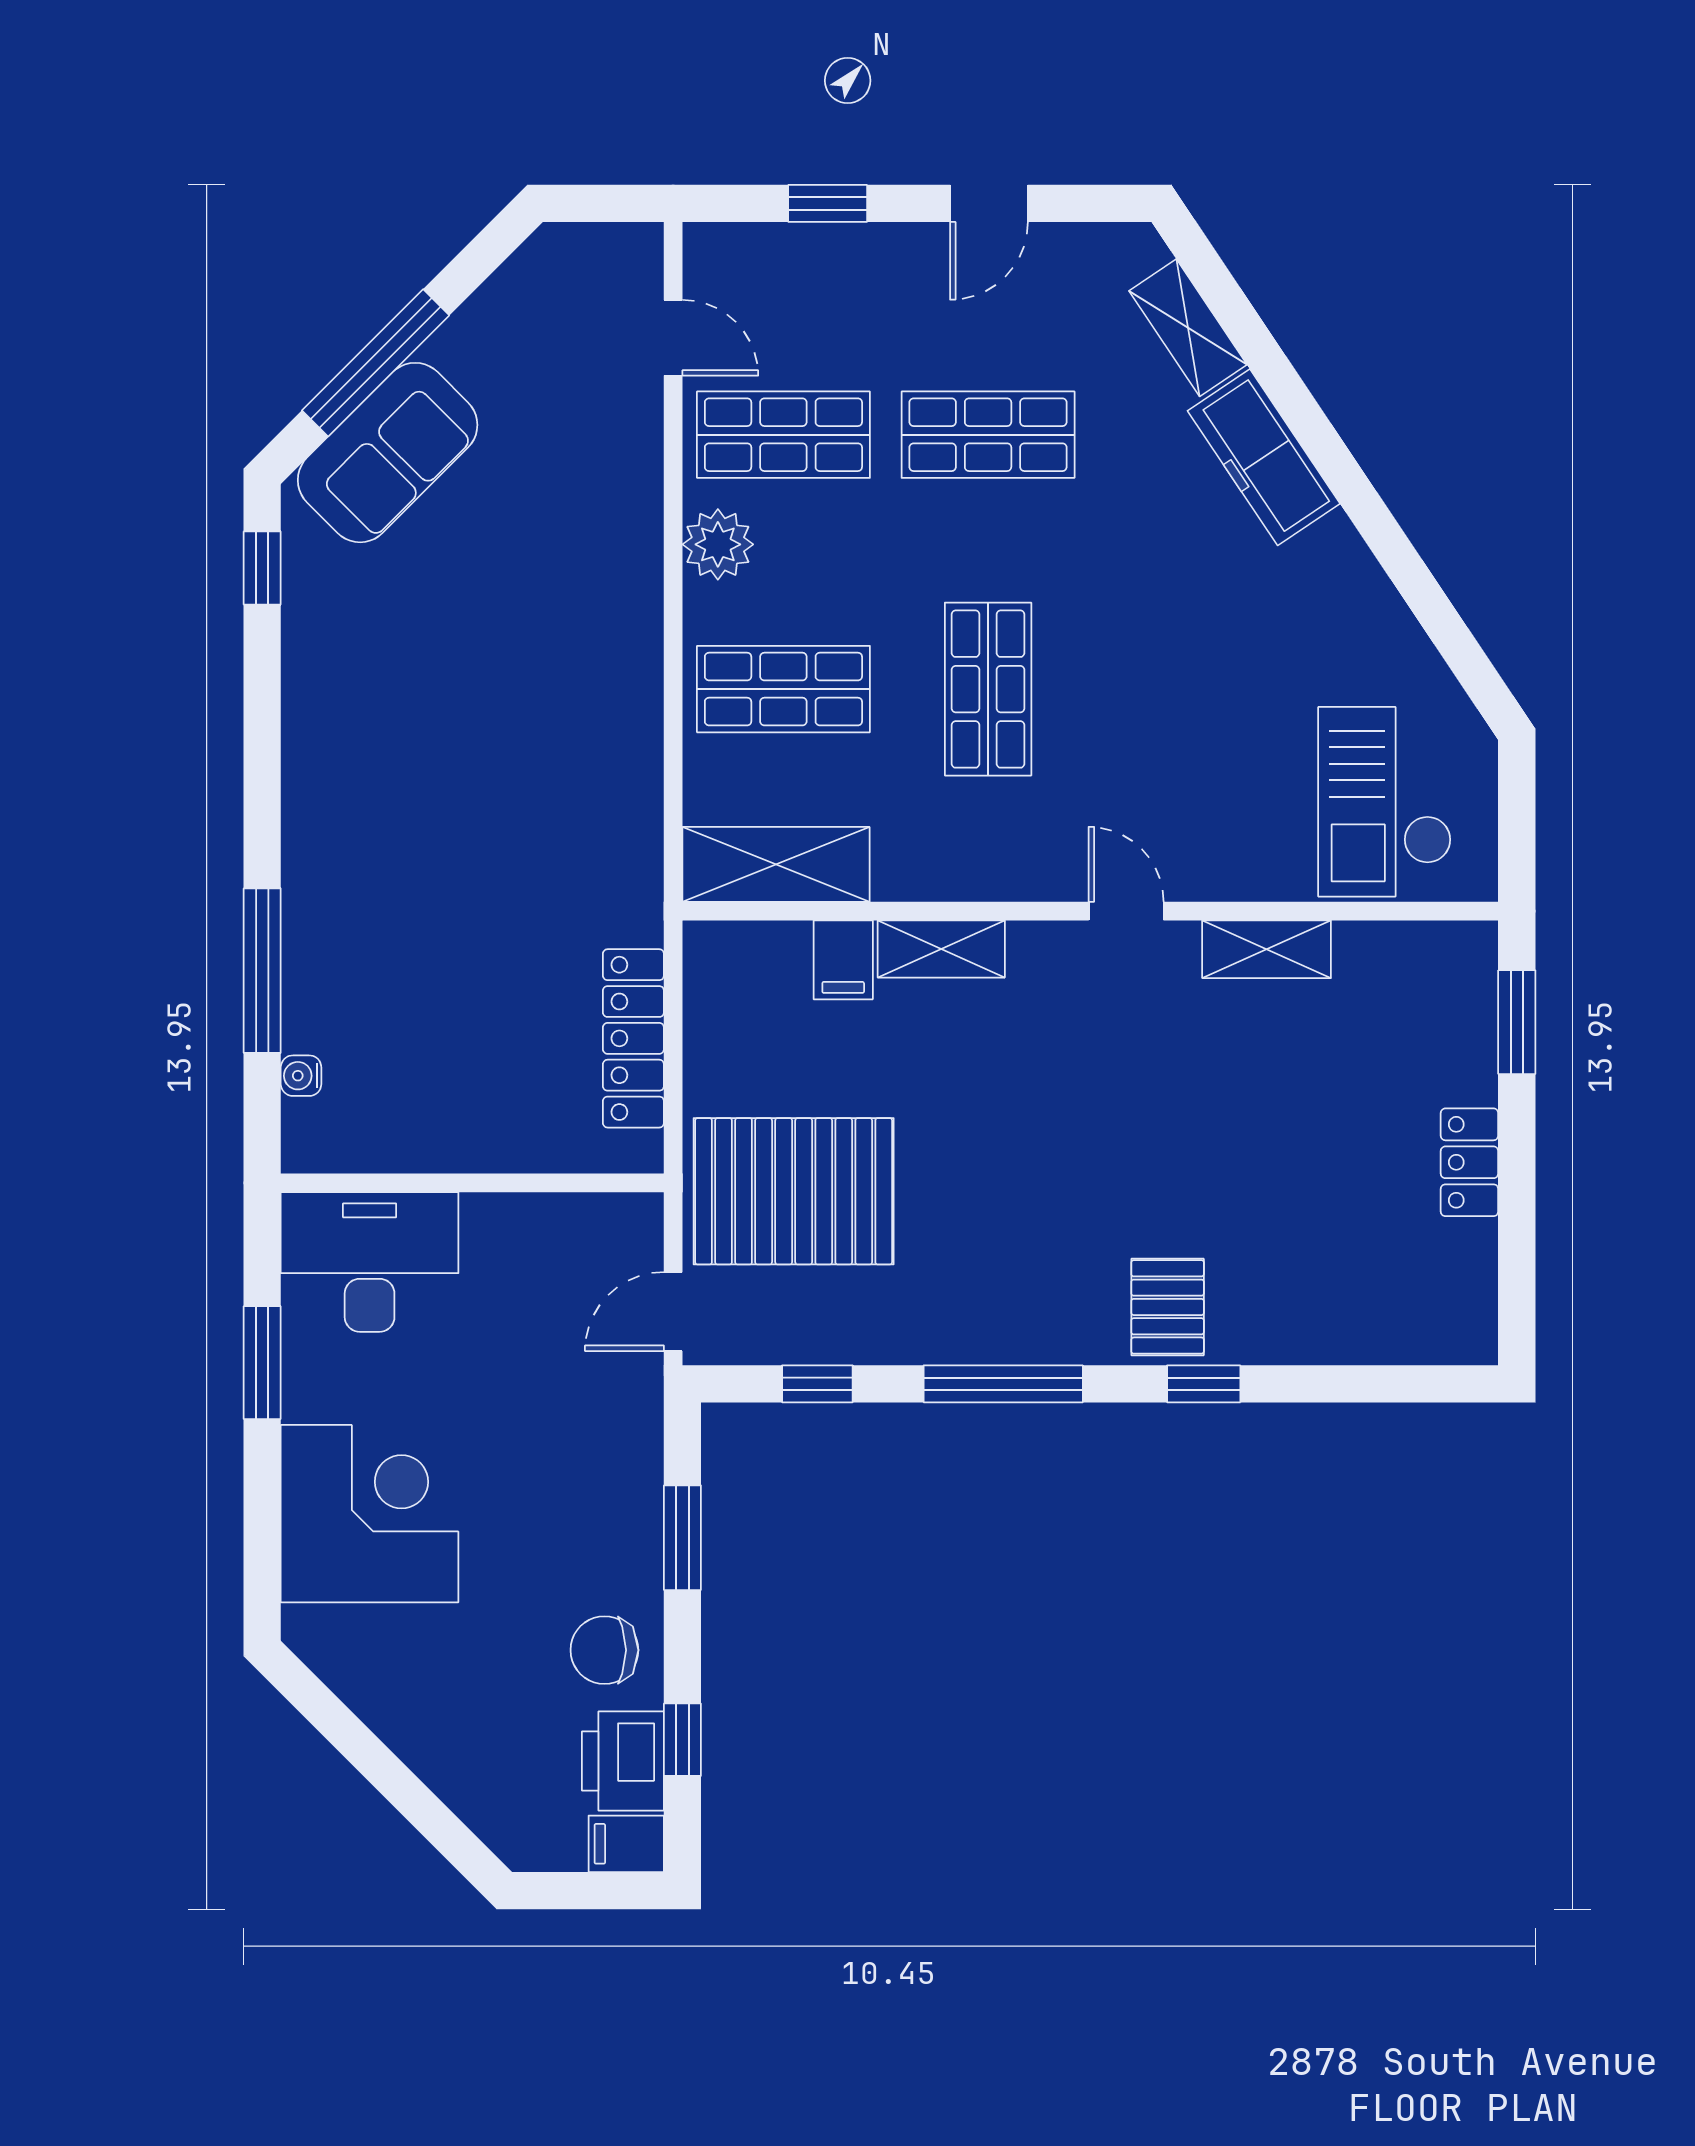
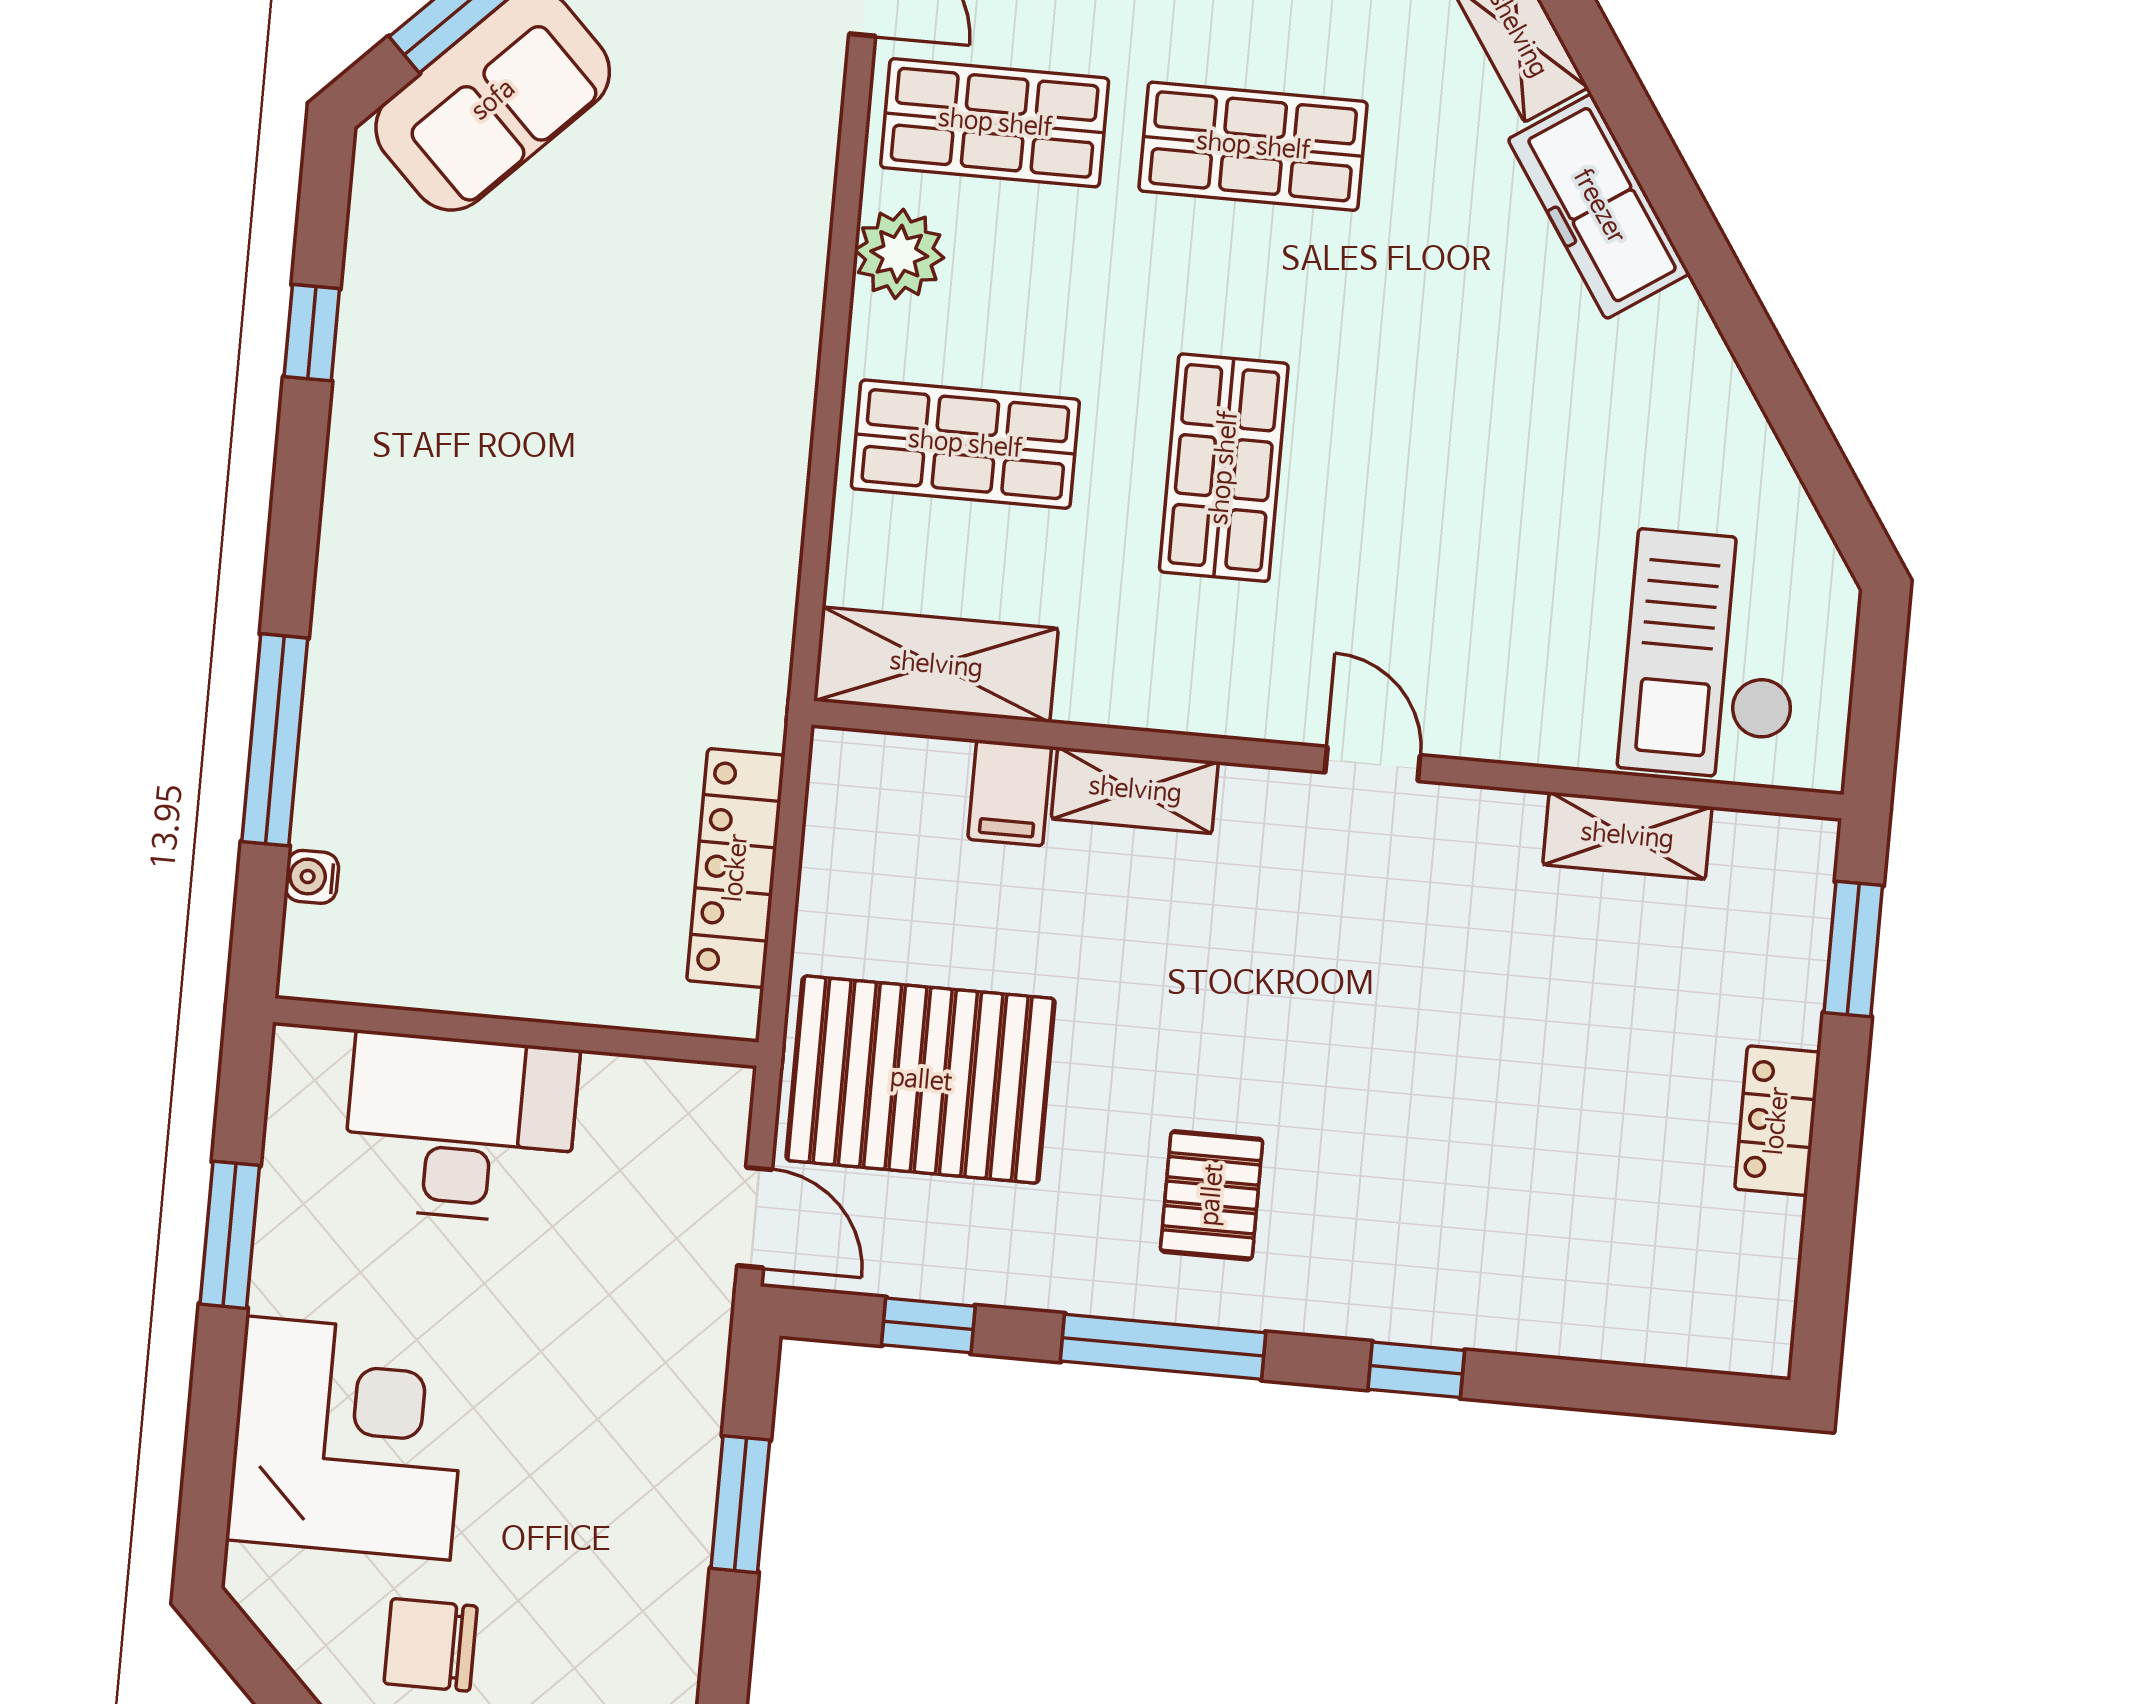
window: (262, 568) -> (312, 333), moved
shelving: (1267, 949) -> (1627, 836), moved
desk: (370, 1262) -> (460, 1128), moved
pallet: (1168, 1307) -> (1212, 1195), moved
door: (673, 1312) -> (755, 1218), swing flipped
chair: (604, 1650) -> (431, 1645), moved

